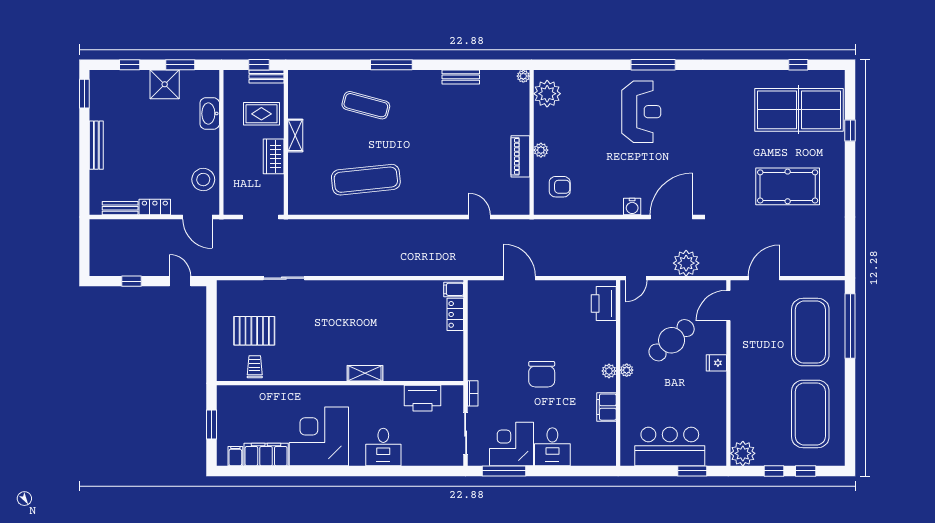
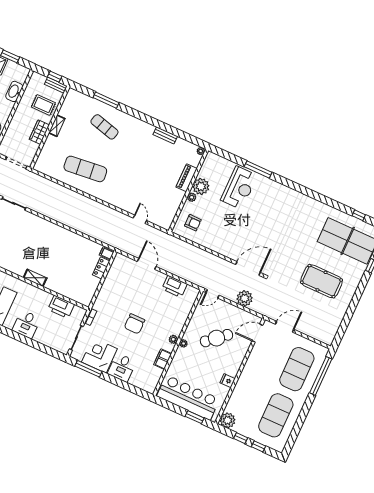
window: (391, 65) -> (106, 100), moved
window: (653, 65) -> (258, 169), moved
plant: (547, 94) -> (201, 186), moved
reception desk: (641, 112) -> (239, 188), moved
piano: (520, 156) -> (187, 178), moved
water cooler: (632, 207) -> (229, 253), removed
printer: (604, 304) -> (175, 286), moved, turned -90
fridge: (716, 363) -> (228, 381), moved
bar counter: (670, 447) -> (188, 398), width x1.36

